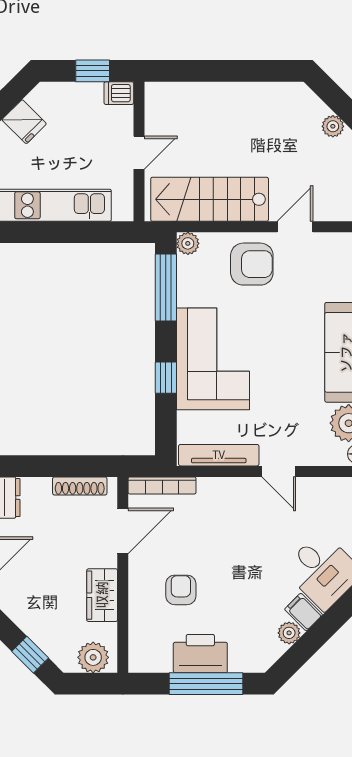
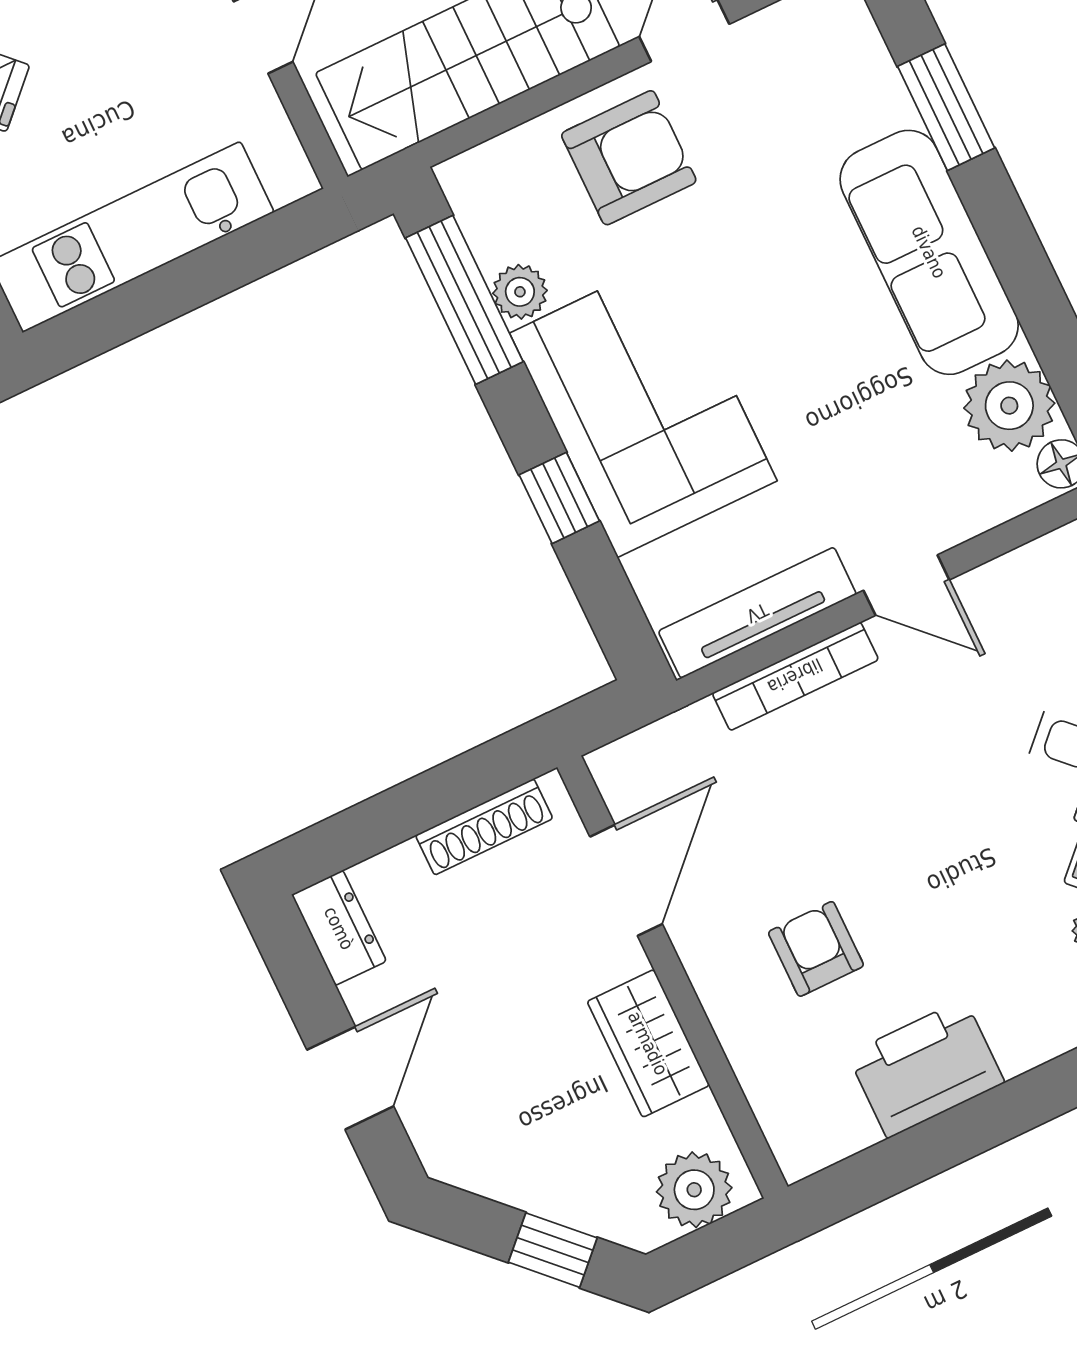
plant: (188, 243) -> (520, 292), moved
bookcase: (162, 485) -> (795, 676), moved
window: (206, 684) -> (970, 1129), removed

